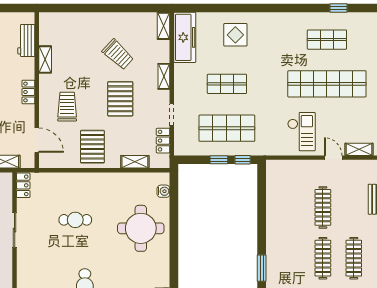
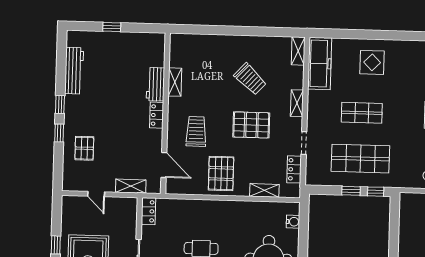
workbench: (26, 40) -> (155, 84), moved
pallet: (120, 99) -> (251, 125), turned 90

